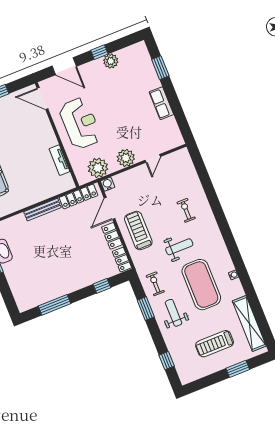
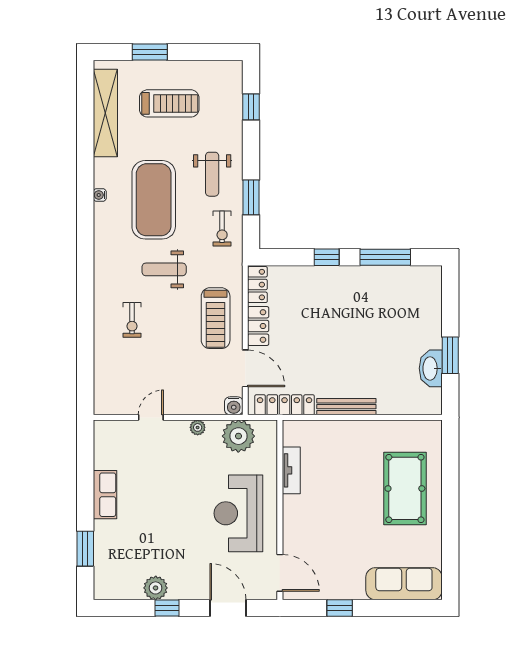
plant: (126, 158) -> (198, 427), width x0.53, depth x0.53
door: (110, 208) -> (245, 368), hinge flipped
window: (102, 286) -> (327, 257), moved

